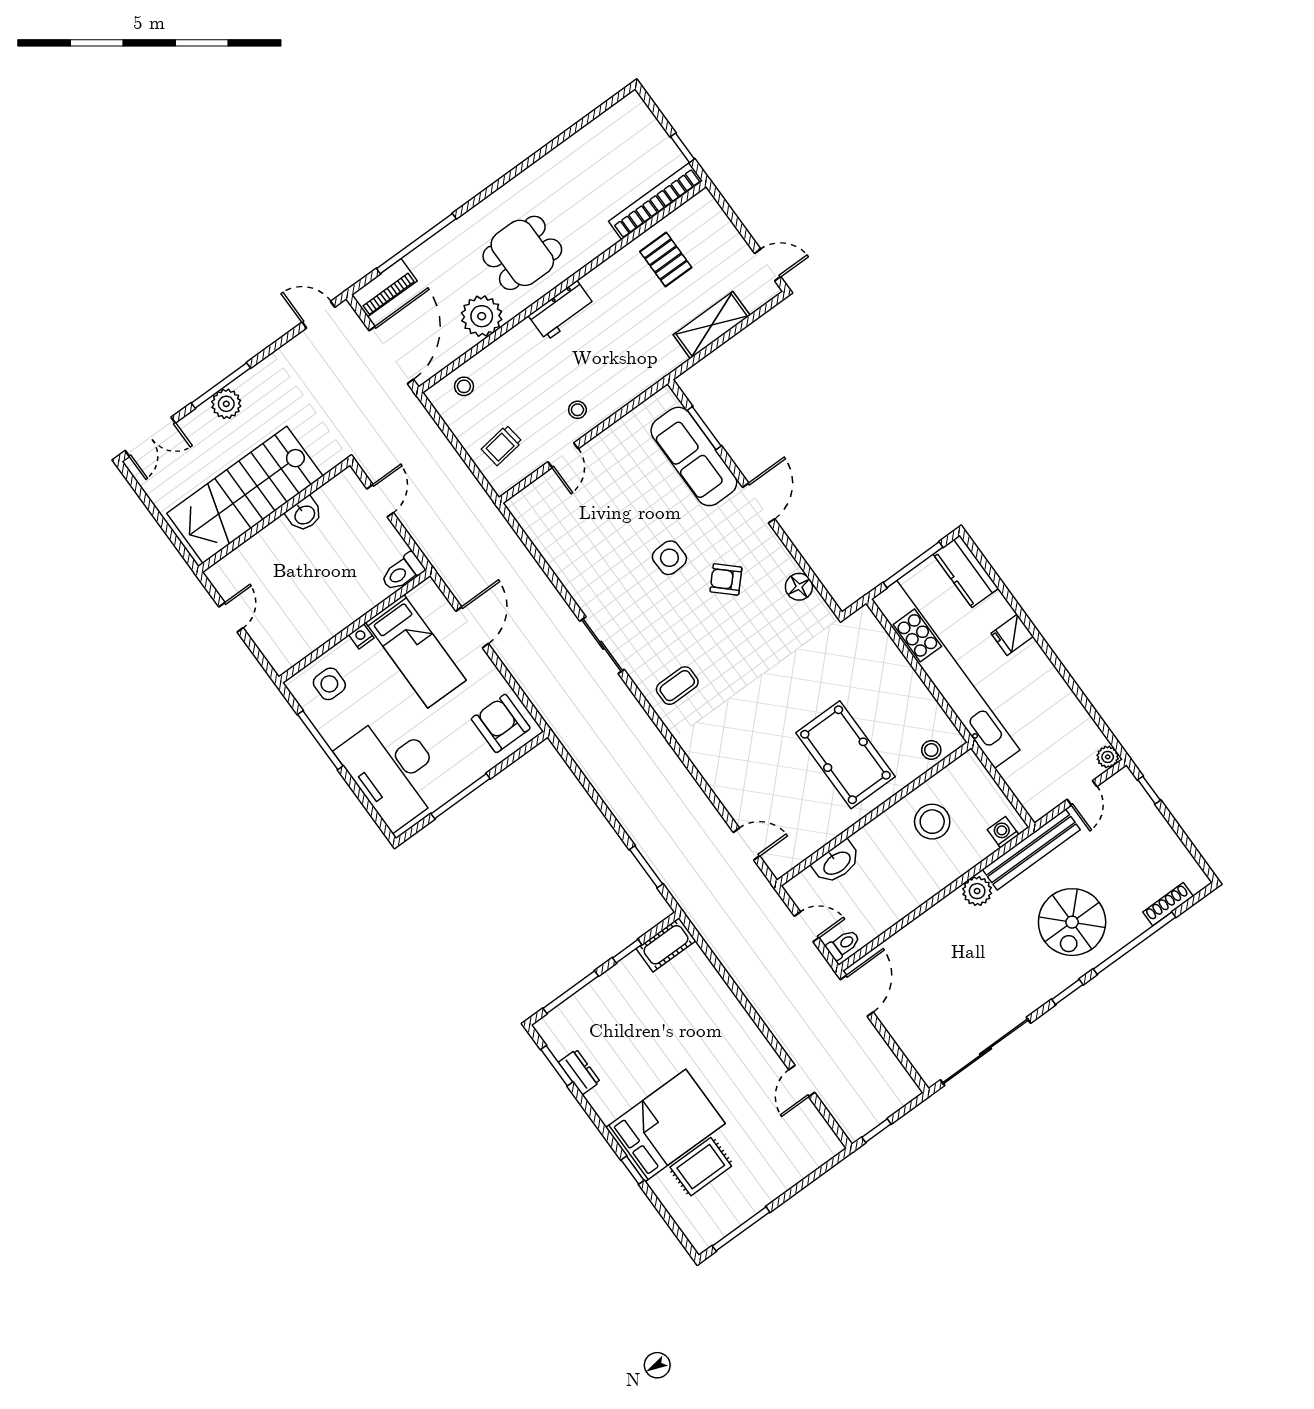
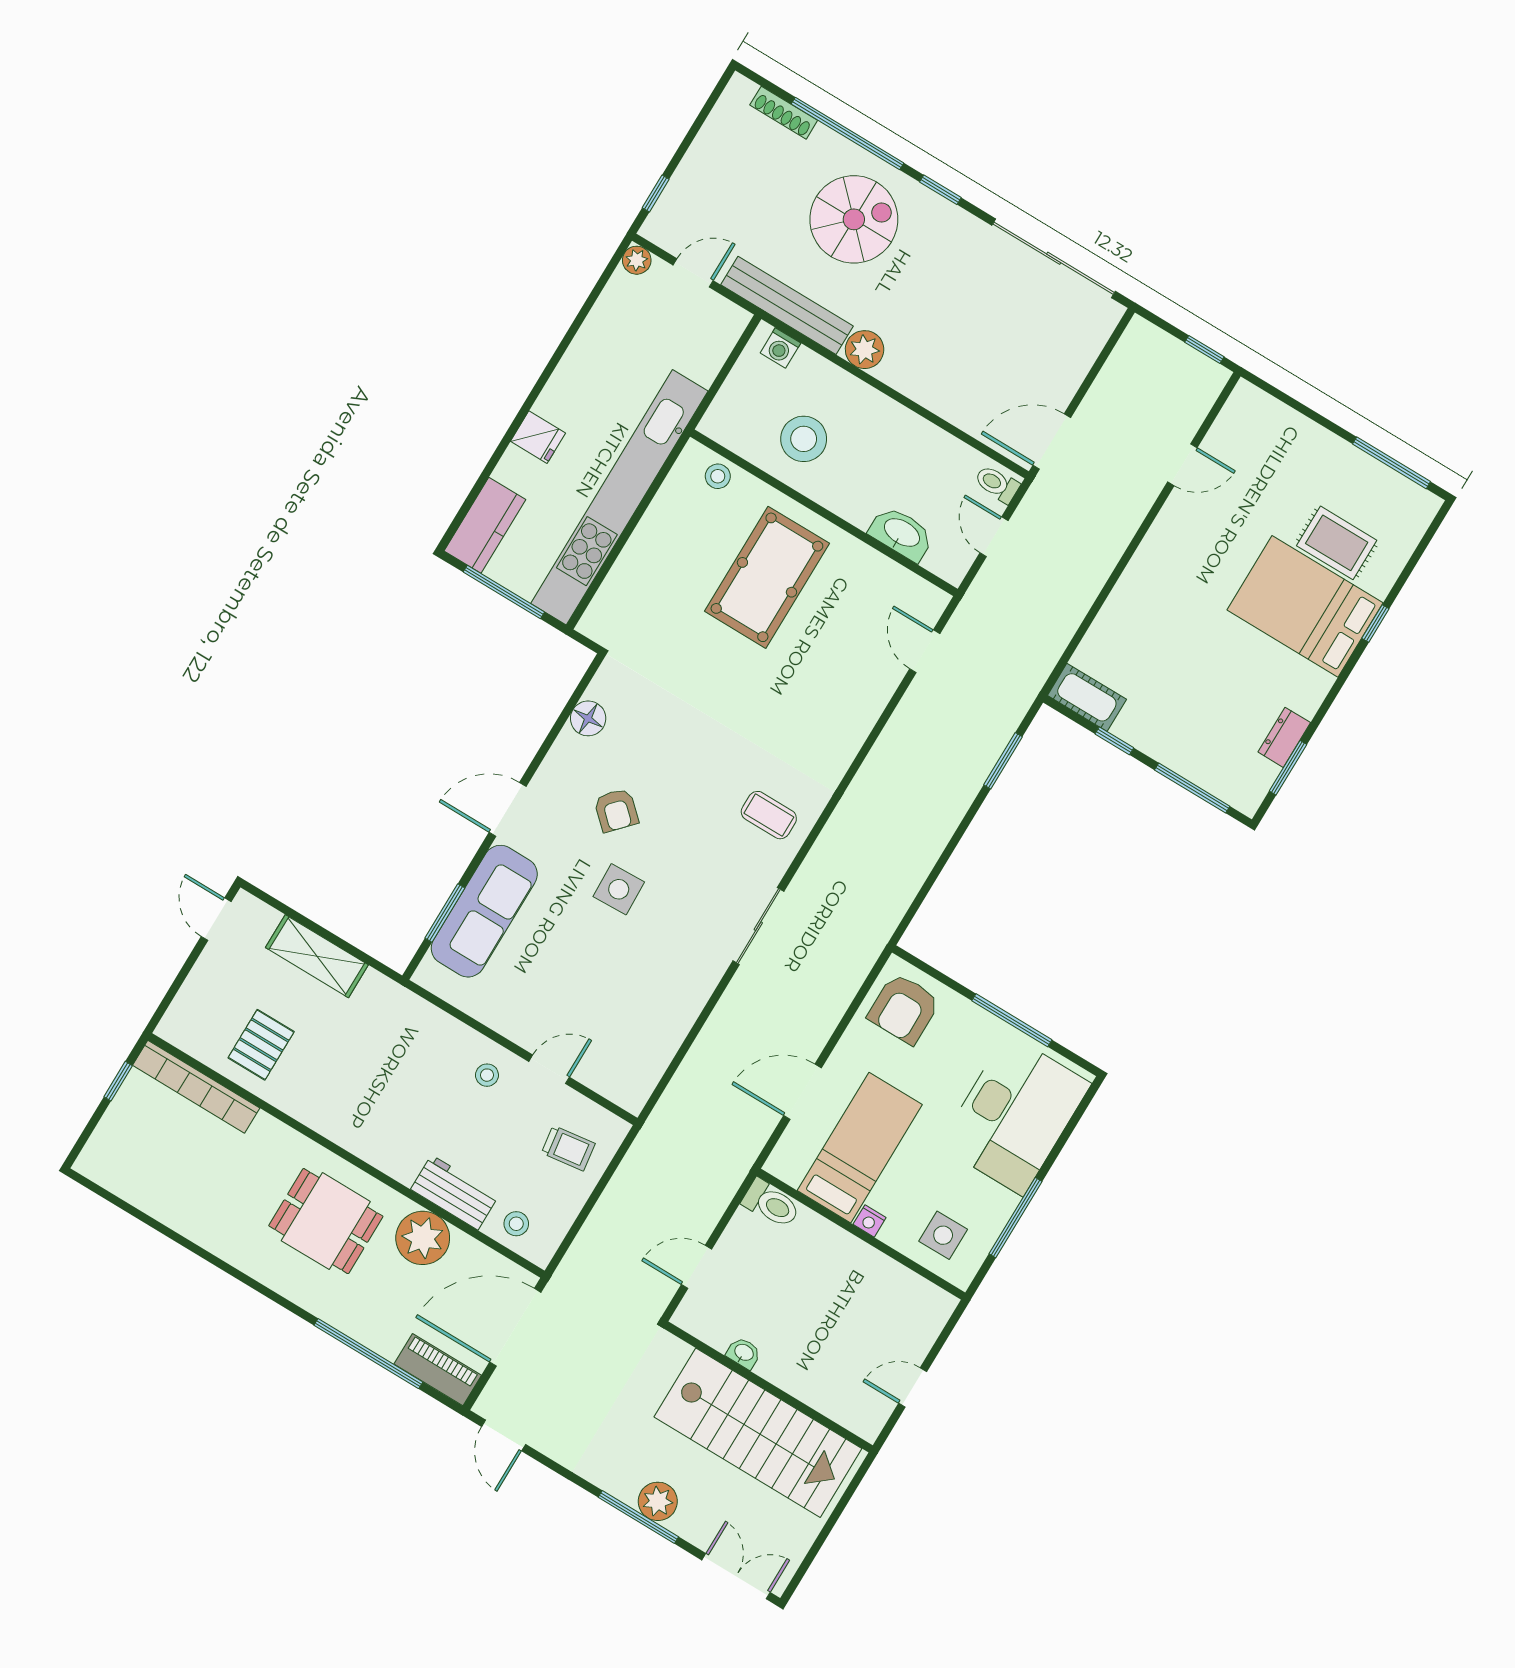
workbench: (562, 311) -> (455, 1192), moved
washbasin: (304, 514) -> (744, 1353), width x0.72, depth x0.69

